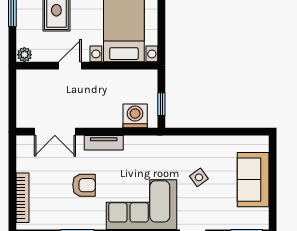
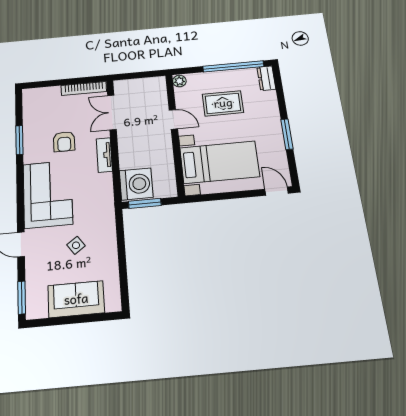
window: (161, 104) -> (145, 203), width x1.50
washing machine: (135, 116) -> (136, 184), width x1.37, depth x1.37
bookcase: (23, 198) -> (84, 88), moved

